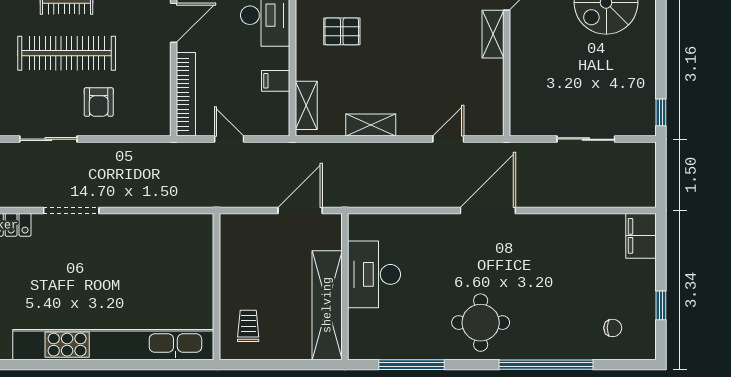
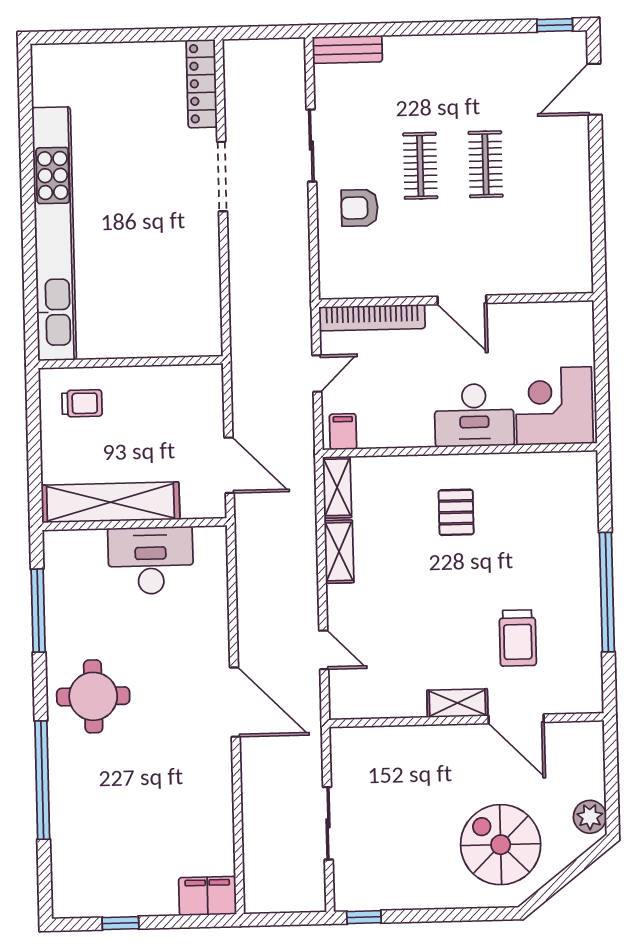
clothes rail: (67, 53) -> (420, 166), width x0.54, depth x0.76
filing cabinet: (276, 81) -> (343, 432), moved
shelving: (306, 105) -> (337, 487), moved, turned 90
chair: (613, 328) -> (91, 863), removed

